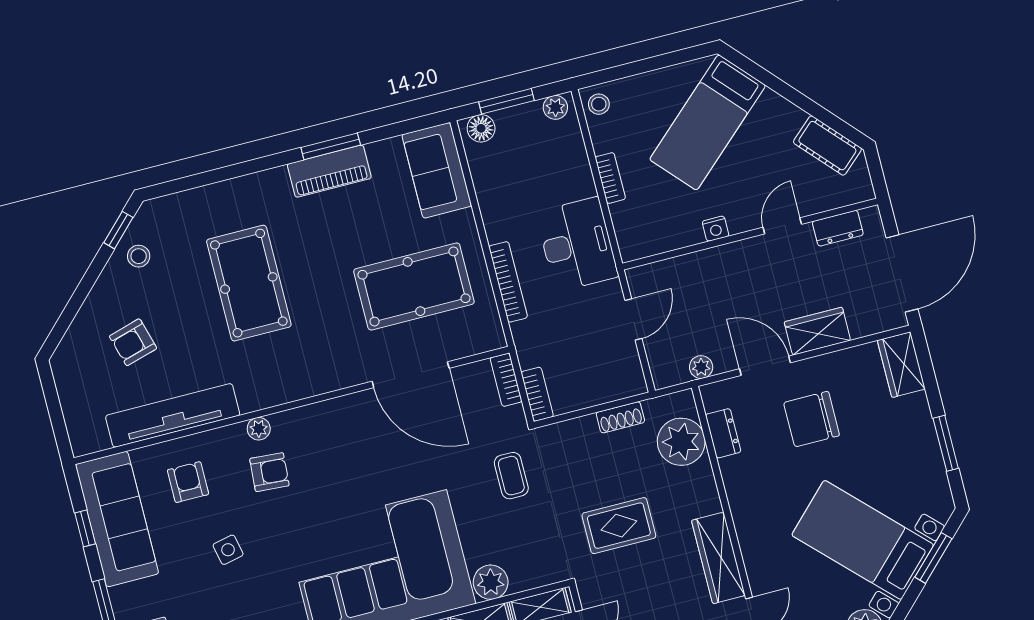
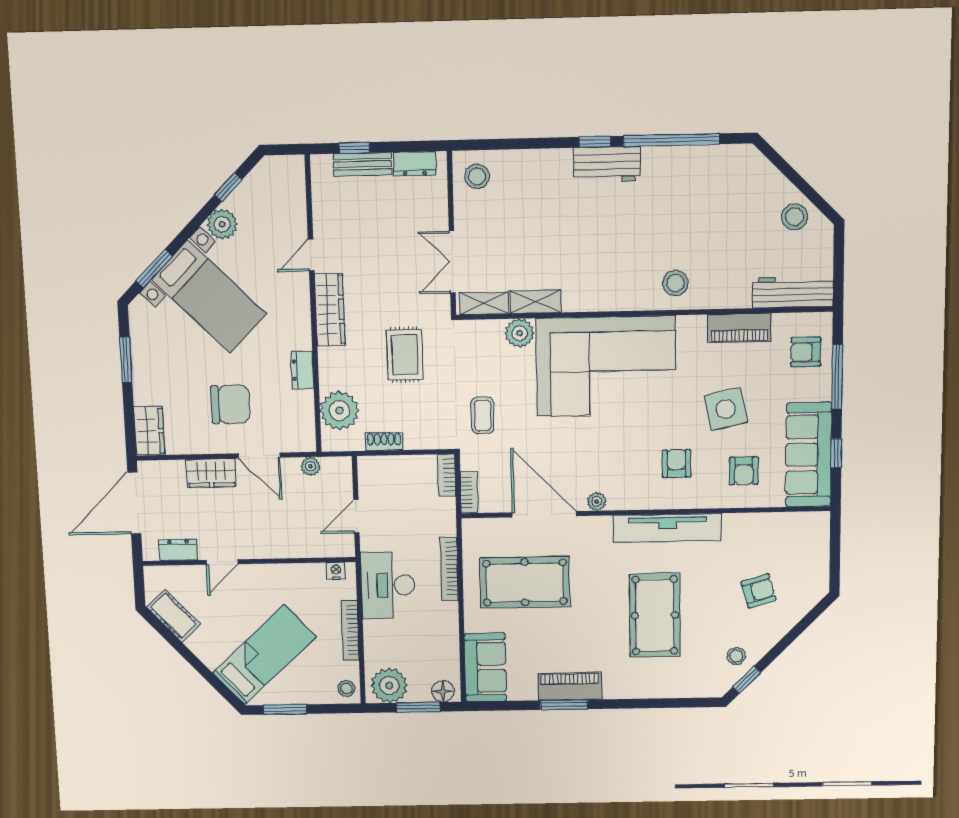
window: (668, 60) -> (285, 709), added
plant: (555, 107) -> (389, 685), width x1.88, depth x1.88
bookcase: (610, 178) -> (350, 630), width x1.56
nightstand: (716, 229) -> (336, 571), moved
tv unit: (173, 415) -> (668, 528), moved
plant: (259, 429) -> (597, 501), moved
dresser: (723, 433) -> (303, 370), moved
armchair: (269, 472) -> (676, 463), turned 86
rug: (619, 526) -> (405, 355), turned 90
side table: (228, 550) -> (726, 409), width x1.87, depth x1.87

